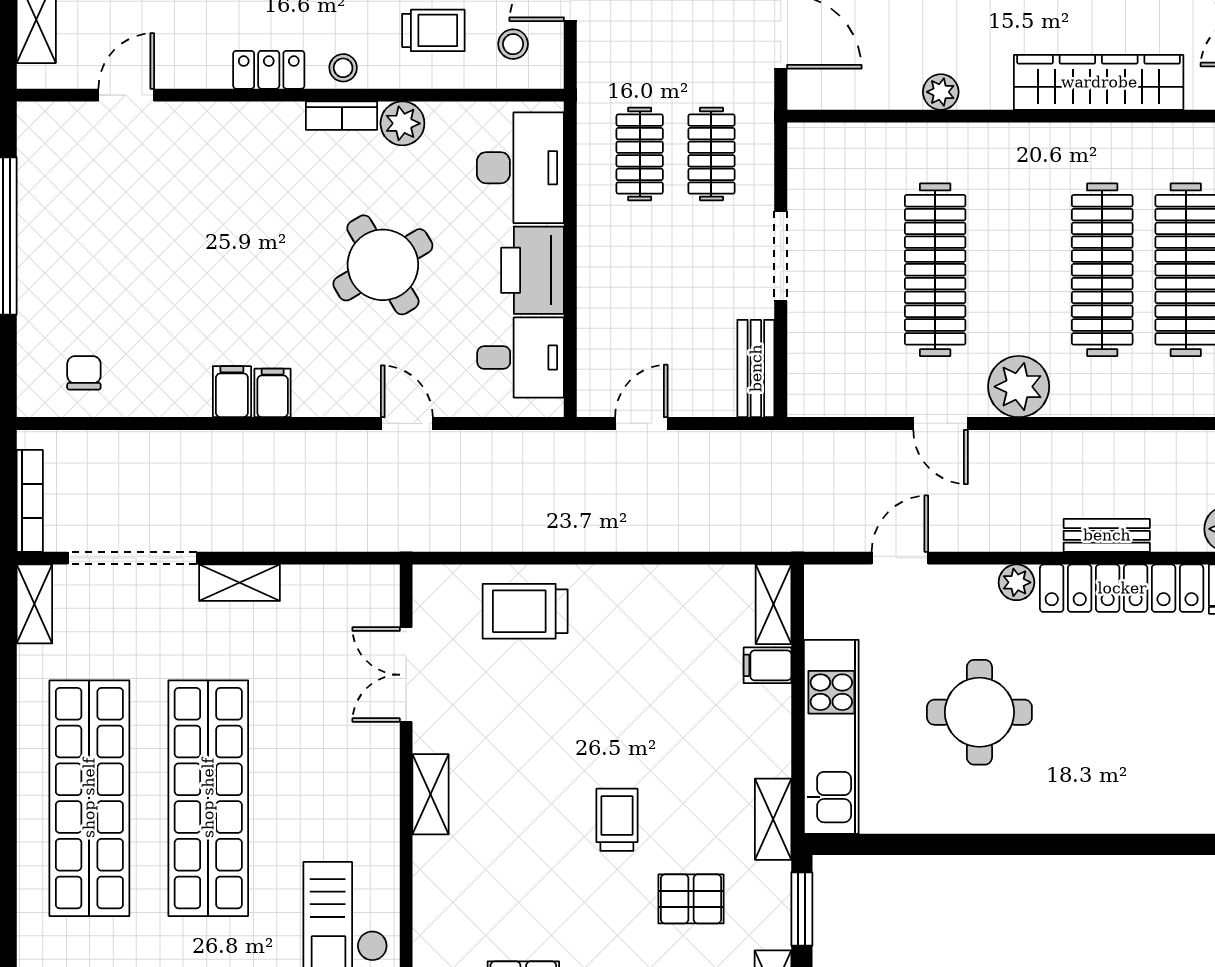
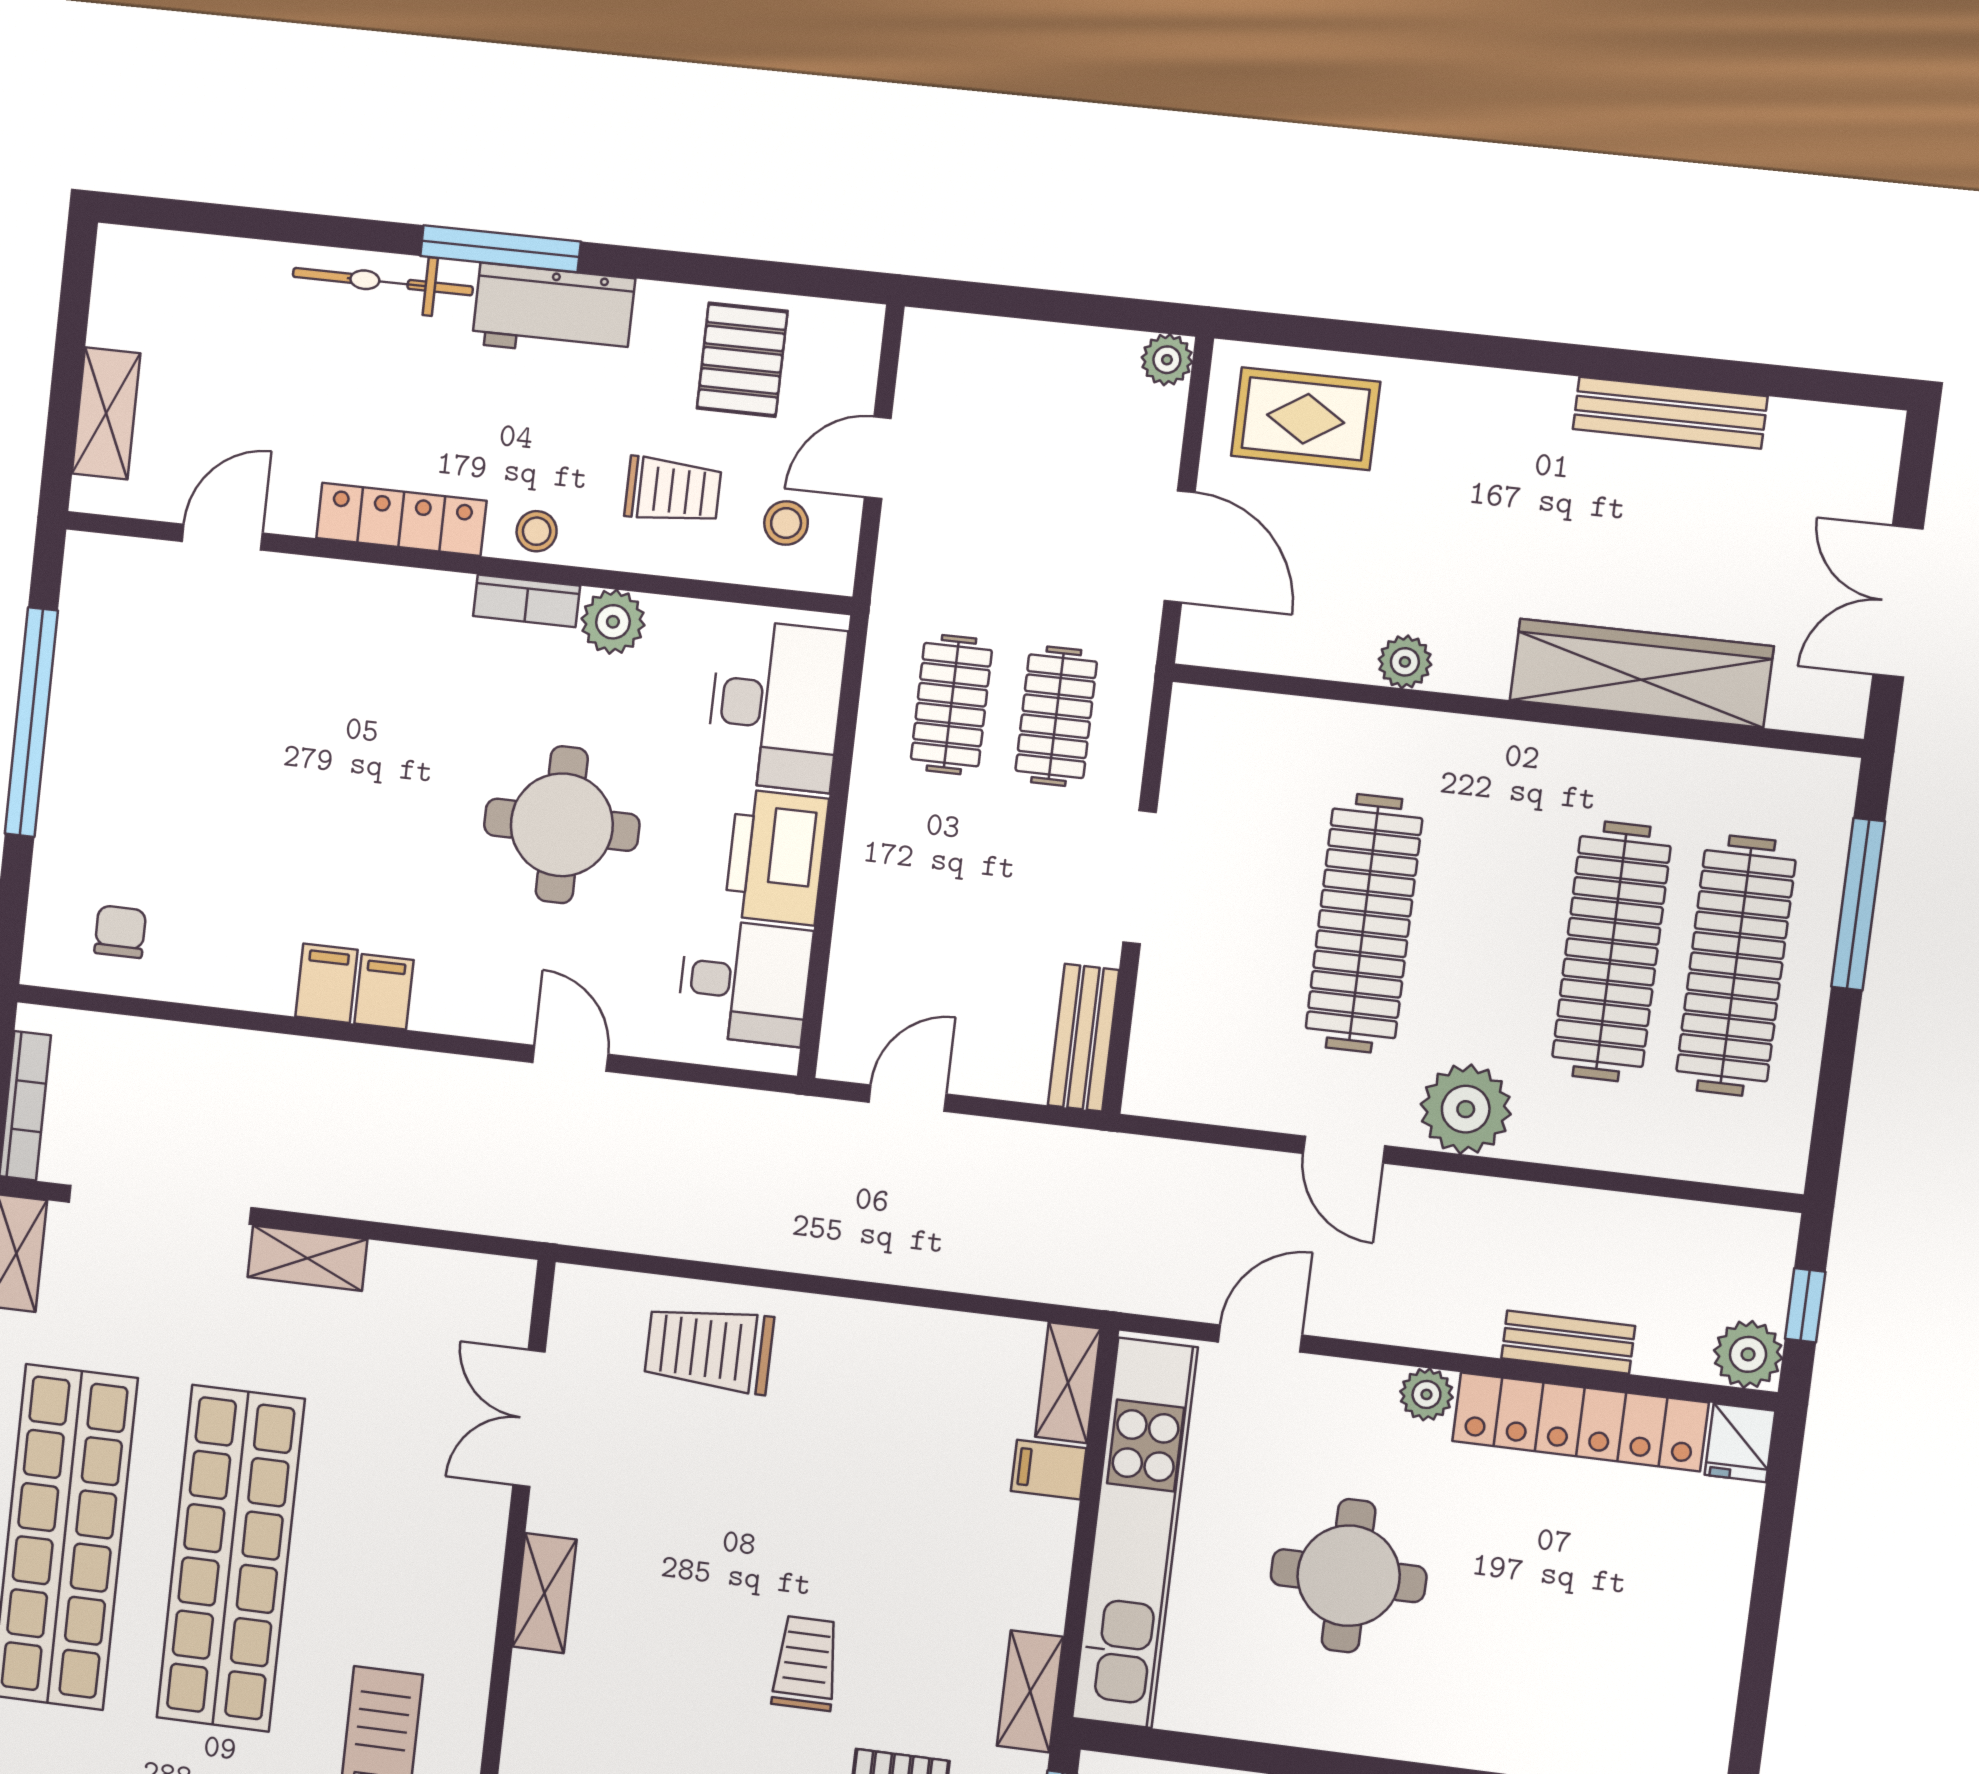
locker: (269, 70) -> (401, 519), width x1.53
round table: (383, 265) -> (562, 825), turned 31
kitchen unit: (831, 737) -> (1135, 1533), width x1.36

